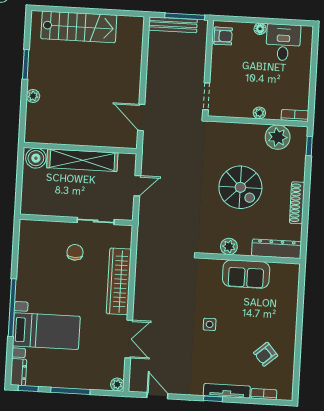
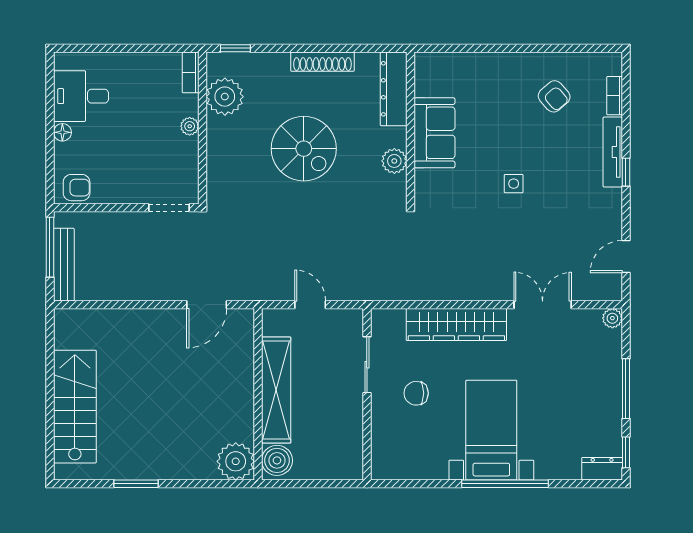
armchair: (223, 36) -> (77, 188), turned 90
plant: (33, 96) -> (236, 461), moved, width x1.88, depth x1.88
spiral stairs: (240, 187) -> (304, 149), turned 90
bed with nightstands: (46, 331) -> (491, 430), moved

